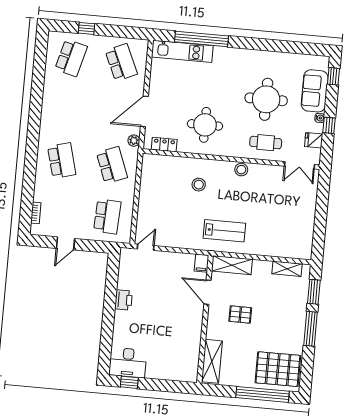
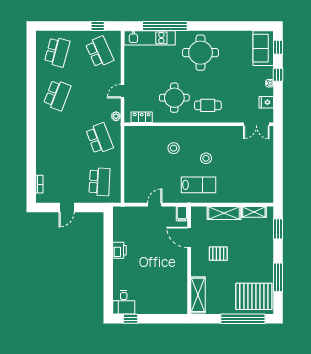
window: (87, 28) -> (98, 26), moved
sofa: (315, 91) -> (263, 48), moved
round table: (266, 99) -> (201, 53), moved
door: (144, 111) -> (123, 91), width x0.53
window: (329, 125) -> (278, 75), moved
cafe table: (266, 143) -> (208, 105), moved
school desk: (62, 161) -> (57, 95), moved, turned 36
stool: (241, 170) -> (206, 158), moved
door: (146, 247) -> (155, 205), moved
shelving: (232, 265) -> (224, 213), moved
window: (310, 329) -> (278, 277), moved
desk: (128, 363) -> (124, 302), width x0.73

